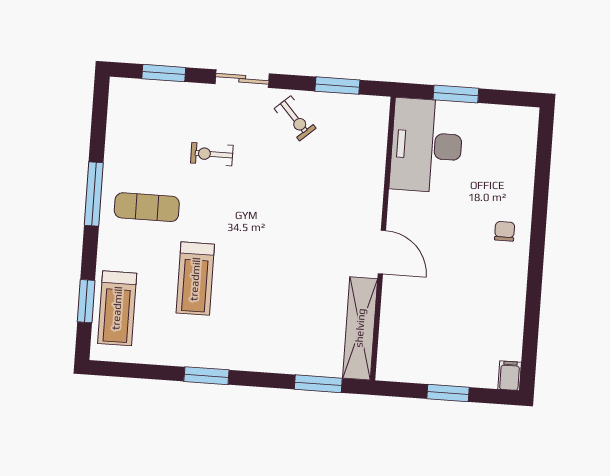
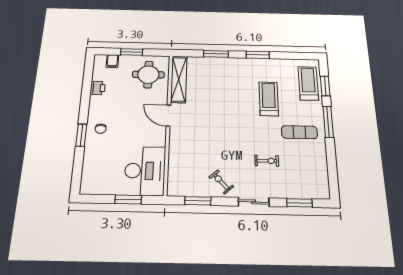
window: (94, 194) -> (328, 122), moved
window: (539, 220) -> (81, 135), added
printer: (511, 316) -> (98, 88), added
round table: (417, 341) -> (148, 75), added
filing cabinet: (510, 376) -> (112, 61), moved
window: (318, 384) -> (216, 54), moved

